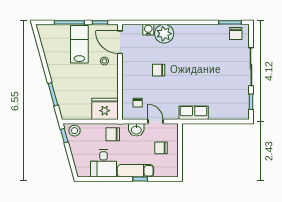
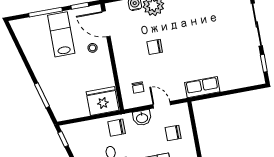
stool: (75, 131) -> (73, 131), removed

